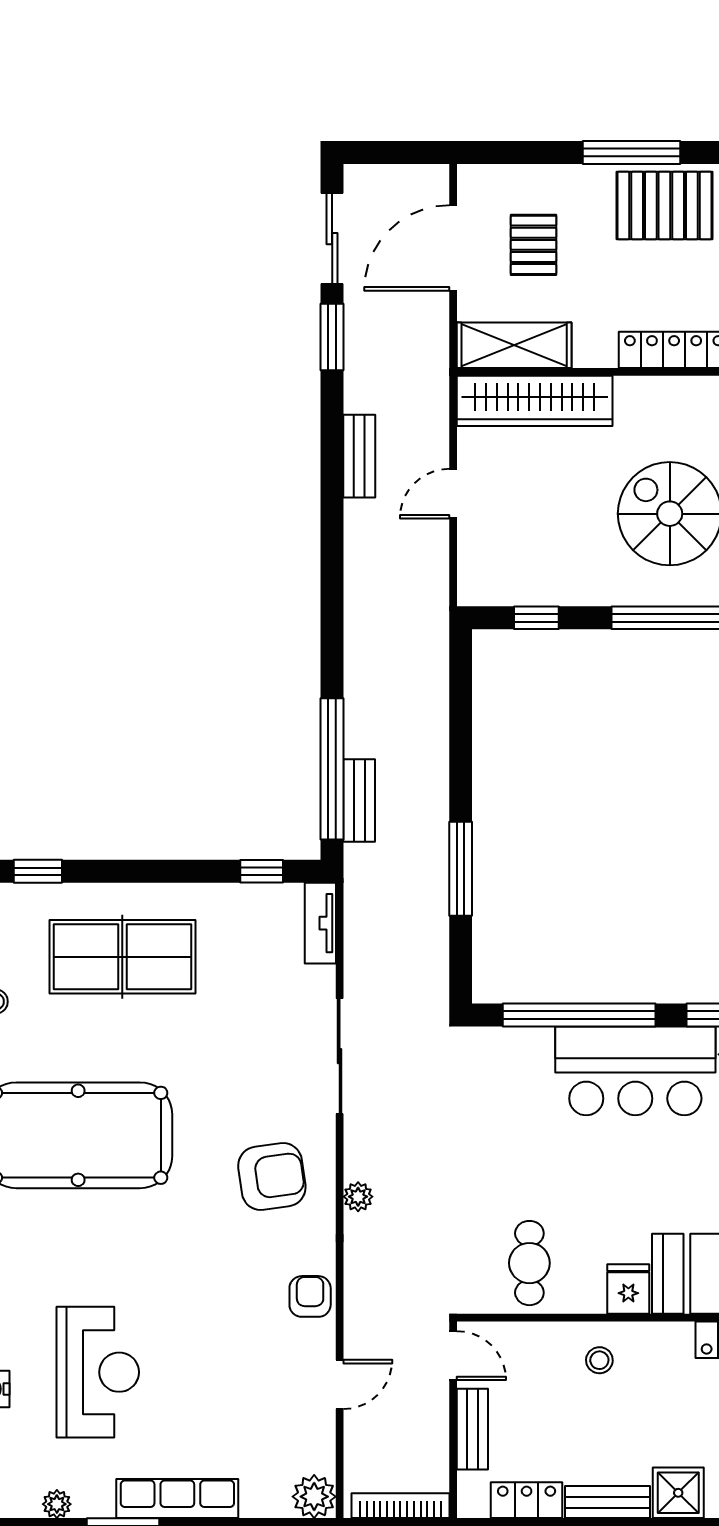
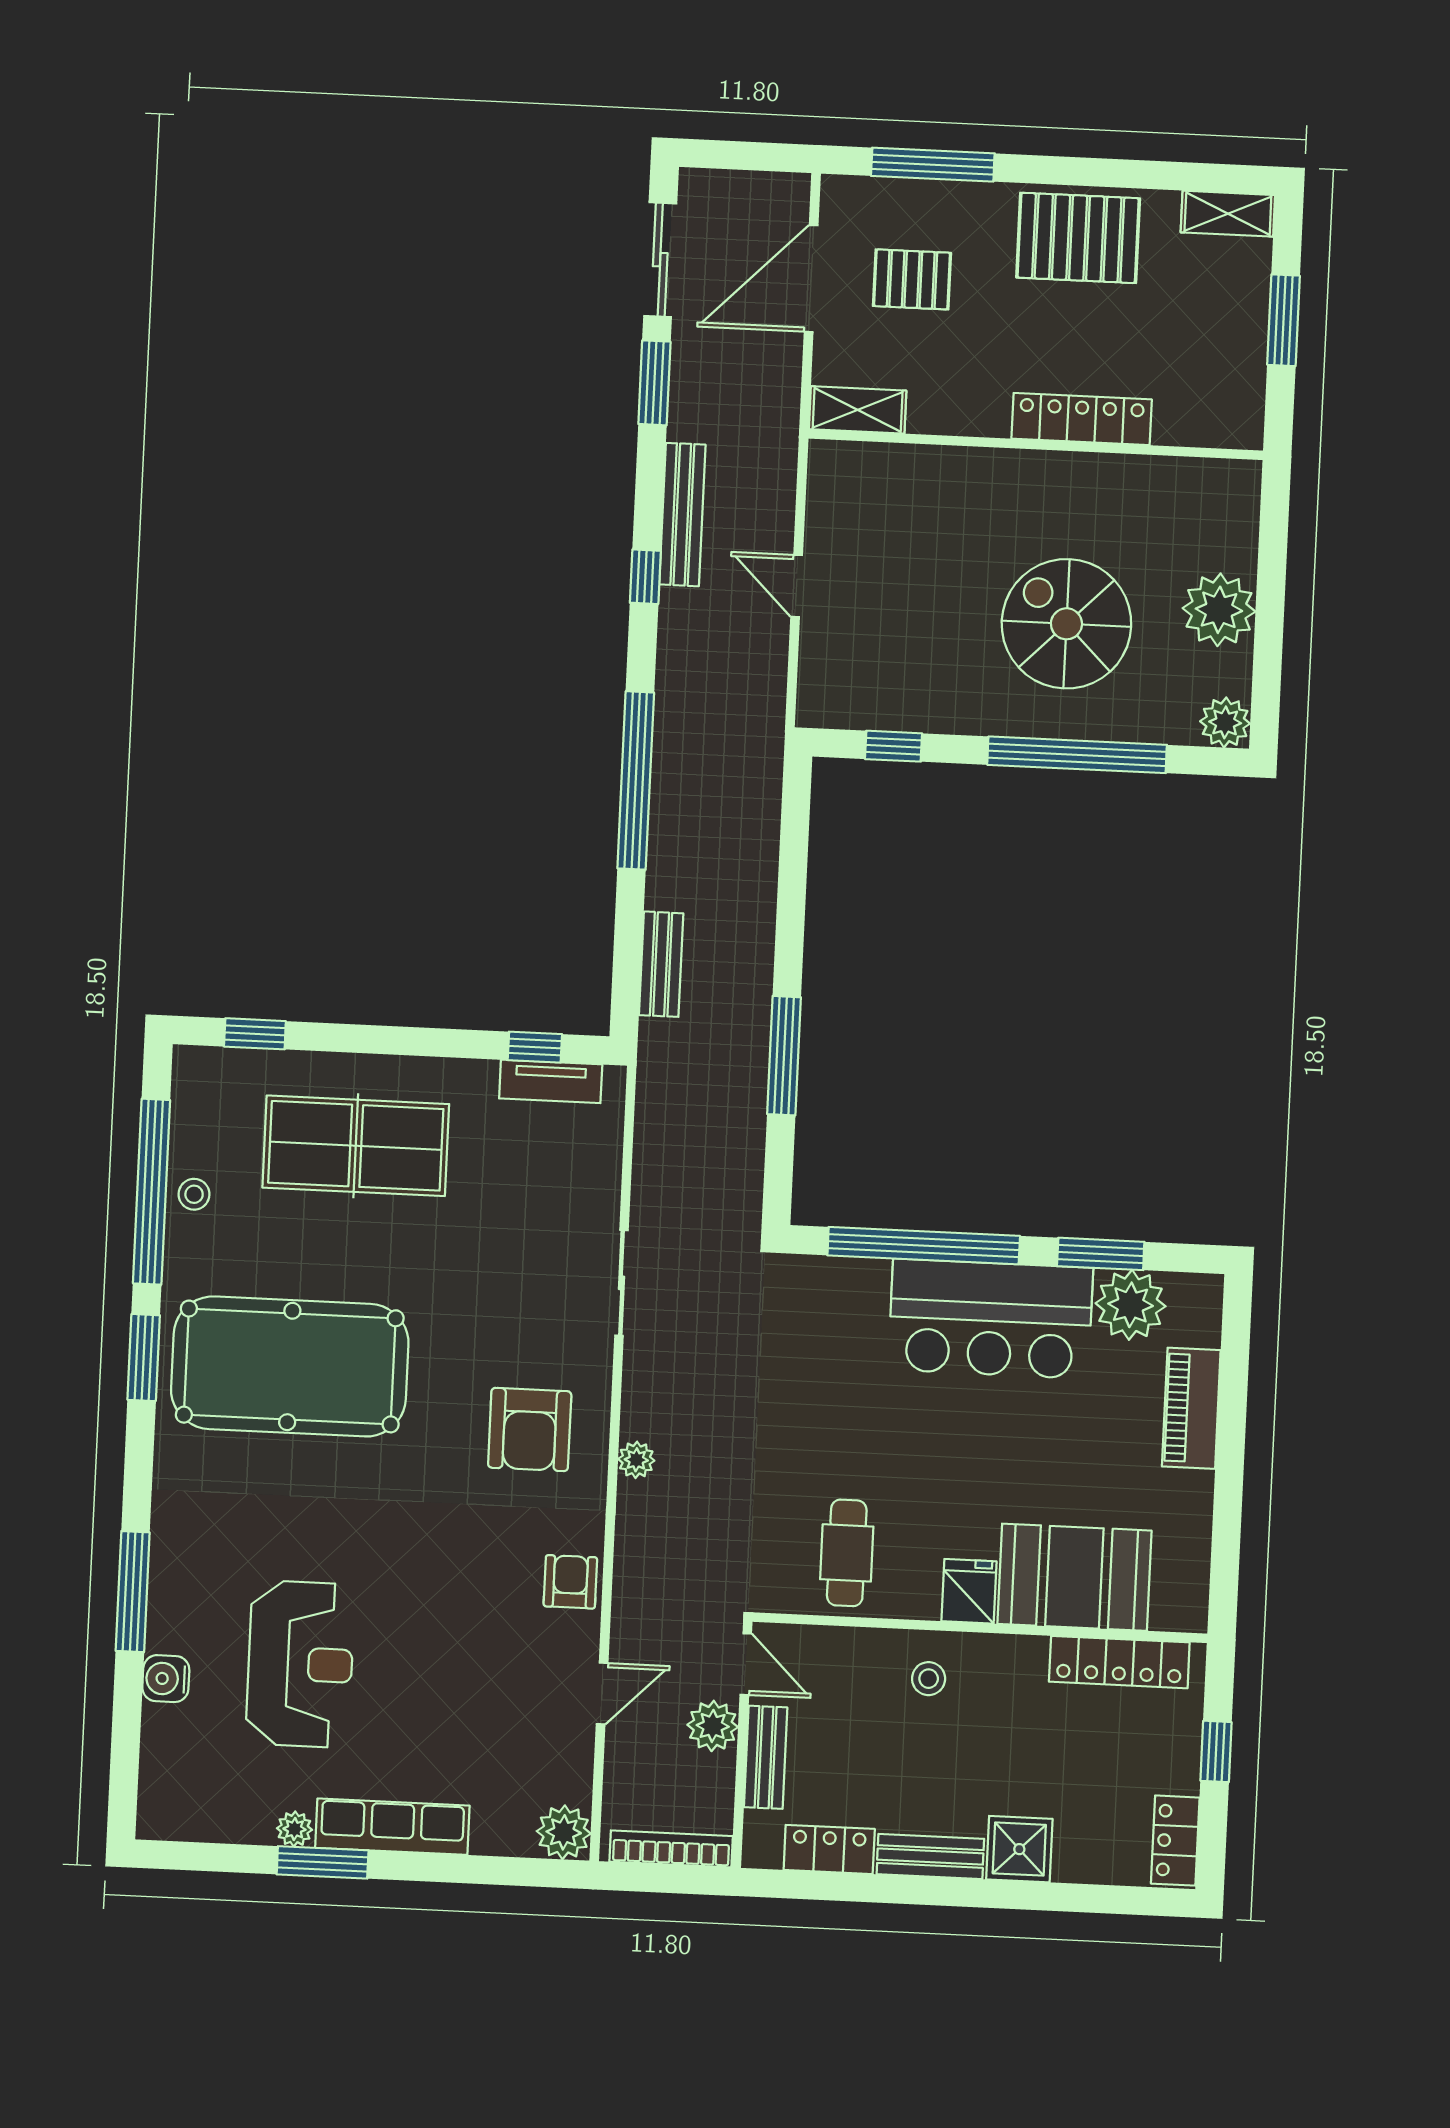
window: (631, 153) -> (933, 165), moved
pallet: (534, 245) -> (912, 279), turned 90
shelving: (514, 345) -> (858, 410), width x0.67, depth x0.75
wardrobe: (535, 401) -> (904, 475), removed
bench: (359, 456) -> (682, 515), width x1.36
window: (332, 492) -> (645, 577), added
door: (453, 494) -> (797, 586), hinge flipped
window: (332, 769) -> (636, 780), moved
tv unit: (320, 923) -> (551, 1081), moved, turned -90
sliding door: (340, 1056) -> (621, 1283), width x0.73
armchair: (272, 1177) -> (530, 1429), turned 98
plant: (429, 1406) -> (713, 1726), added
plant: (57, 1504) -> (294, 1829), moved

